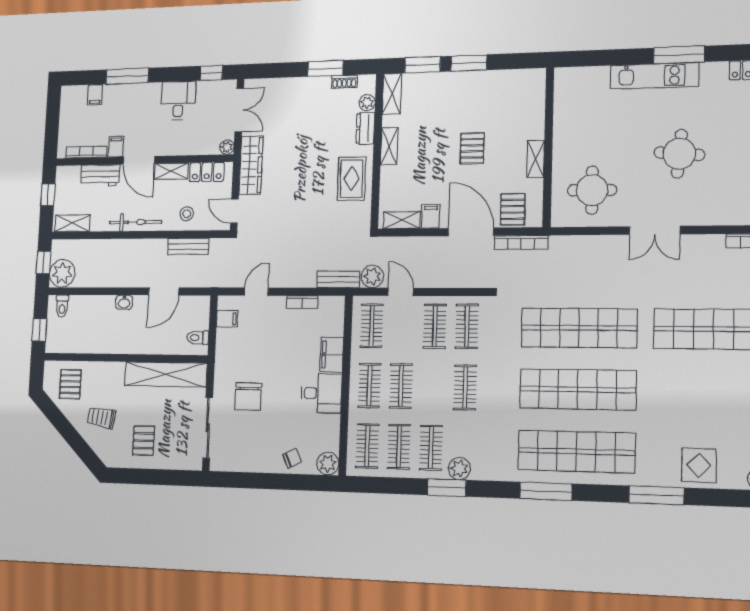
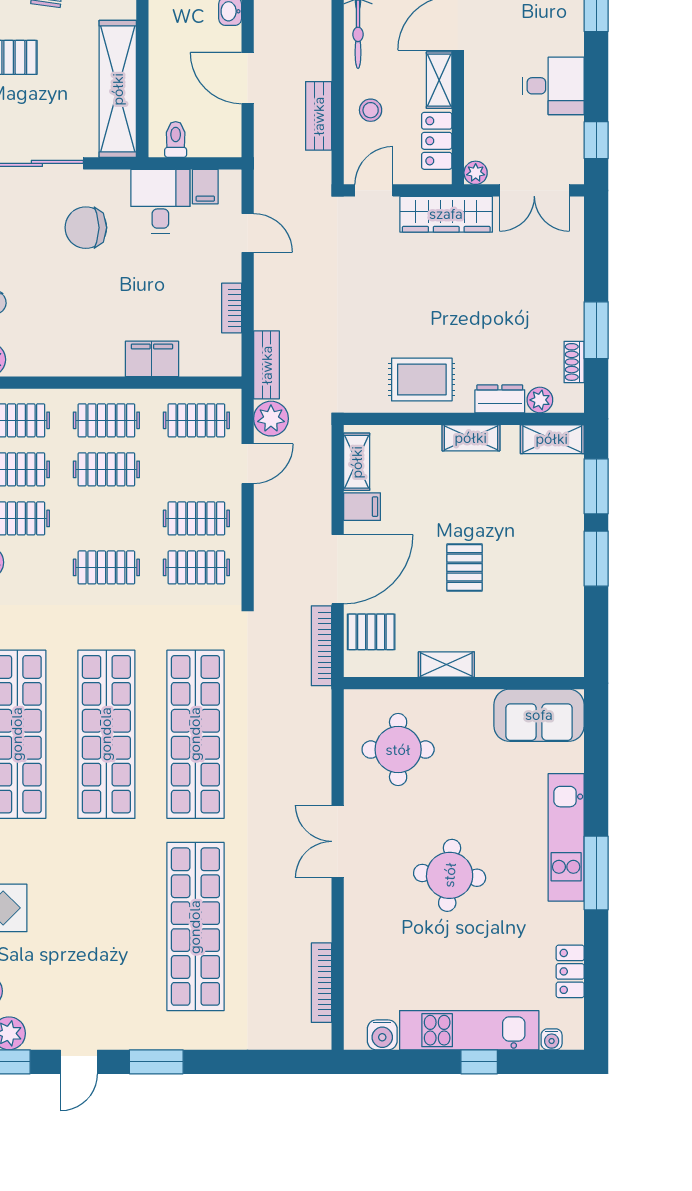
sofa: (571, 97) -> (539, 715), added
pallet: (472, 148) -> (465, 568), turned 90
desk: (321, 393) -> (160, 201), moved, turned 180

